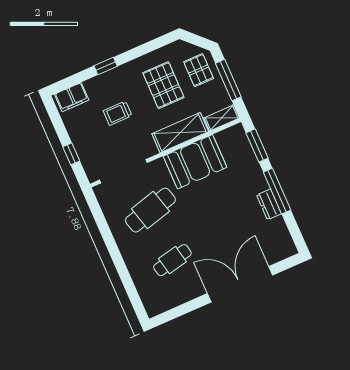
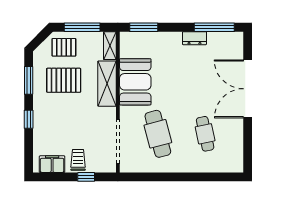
window: (147, 48) -> (29, 80), added
filing cabinet: (72, 97) -> (52, 164), moved, turned -90
trolley: (118, 113) -> (78, 160), moved, turned 180
window: (277, 191) -> (214, 27), moved

